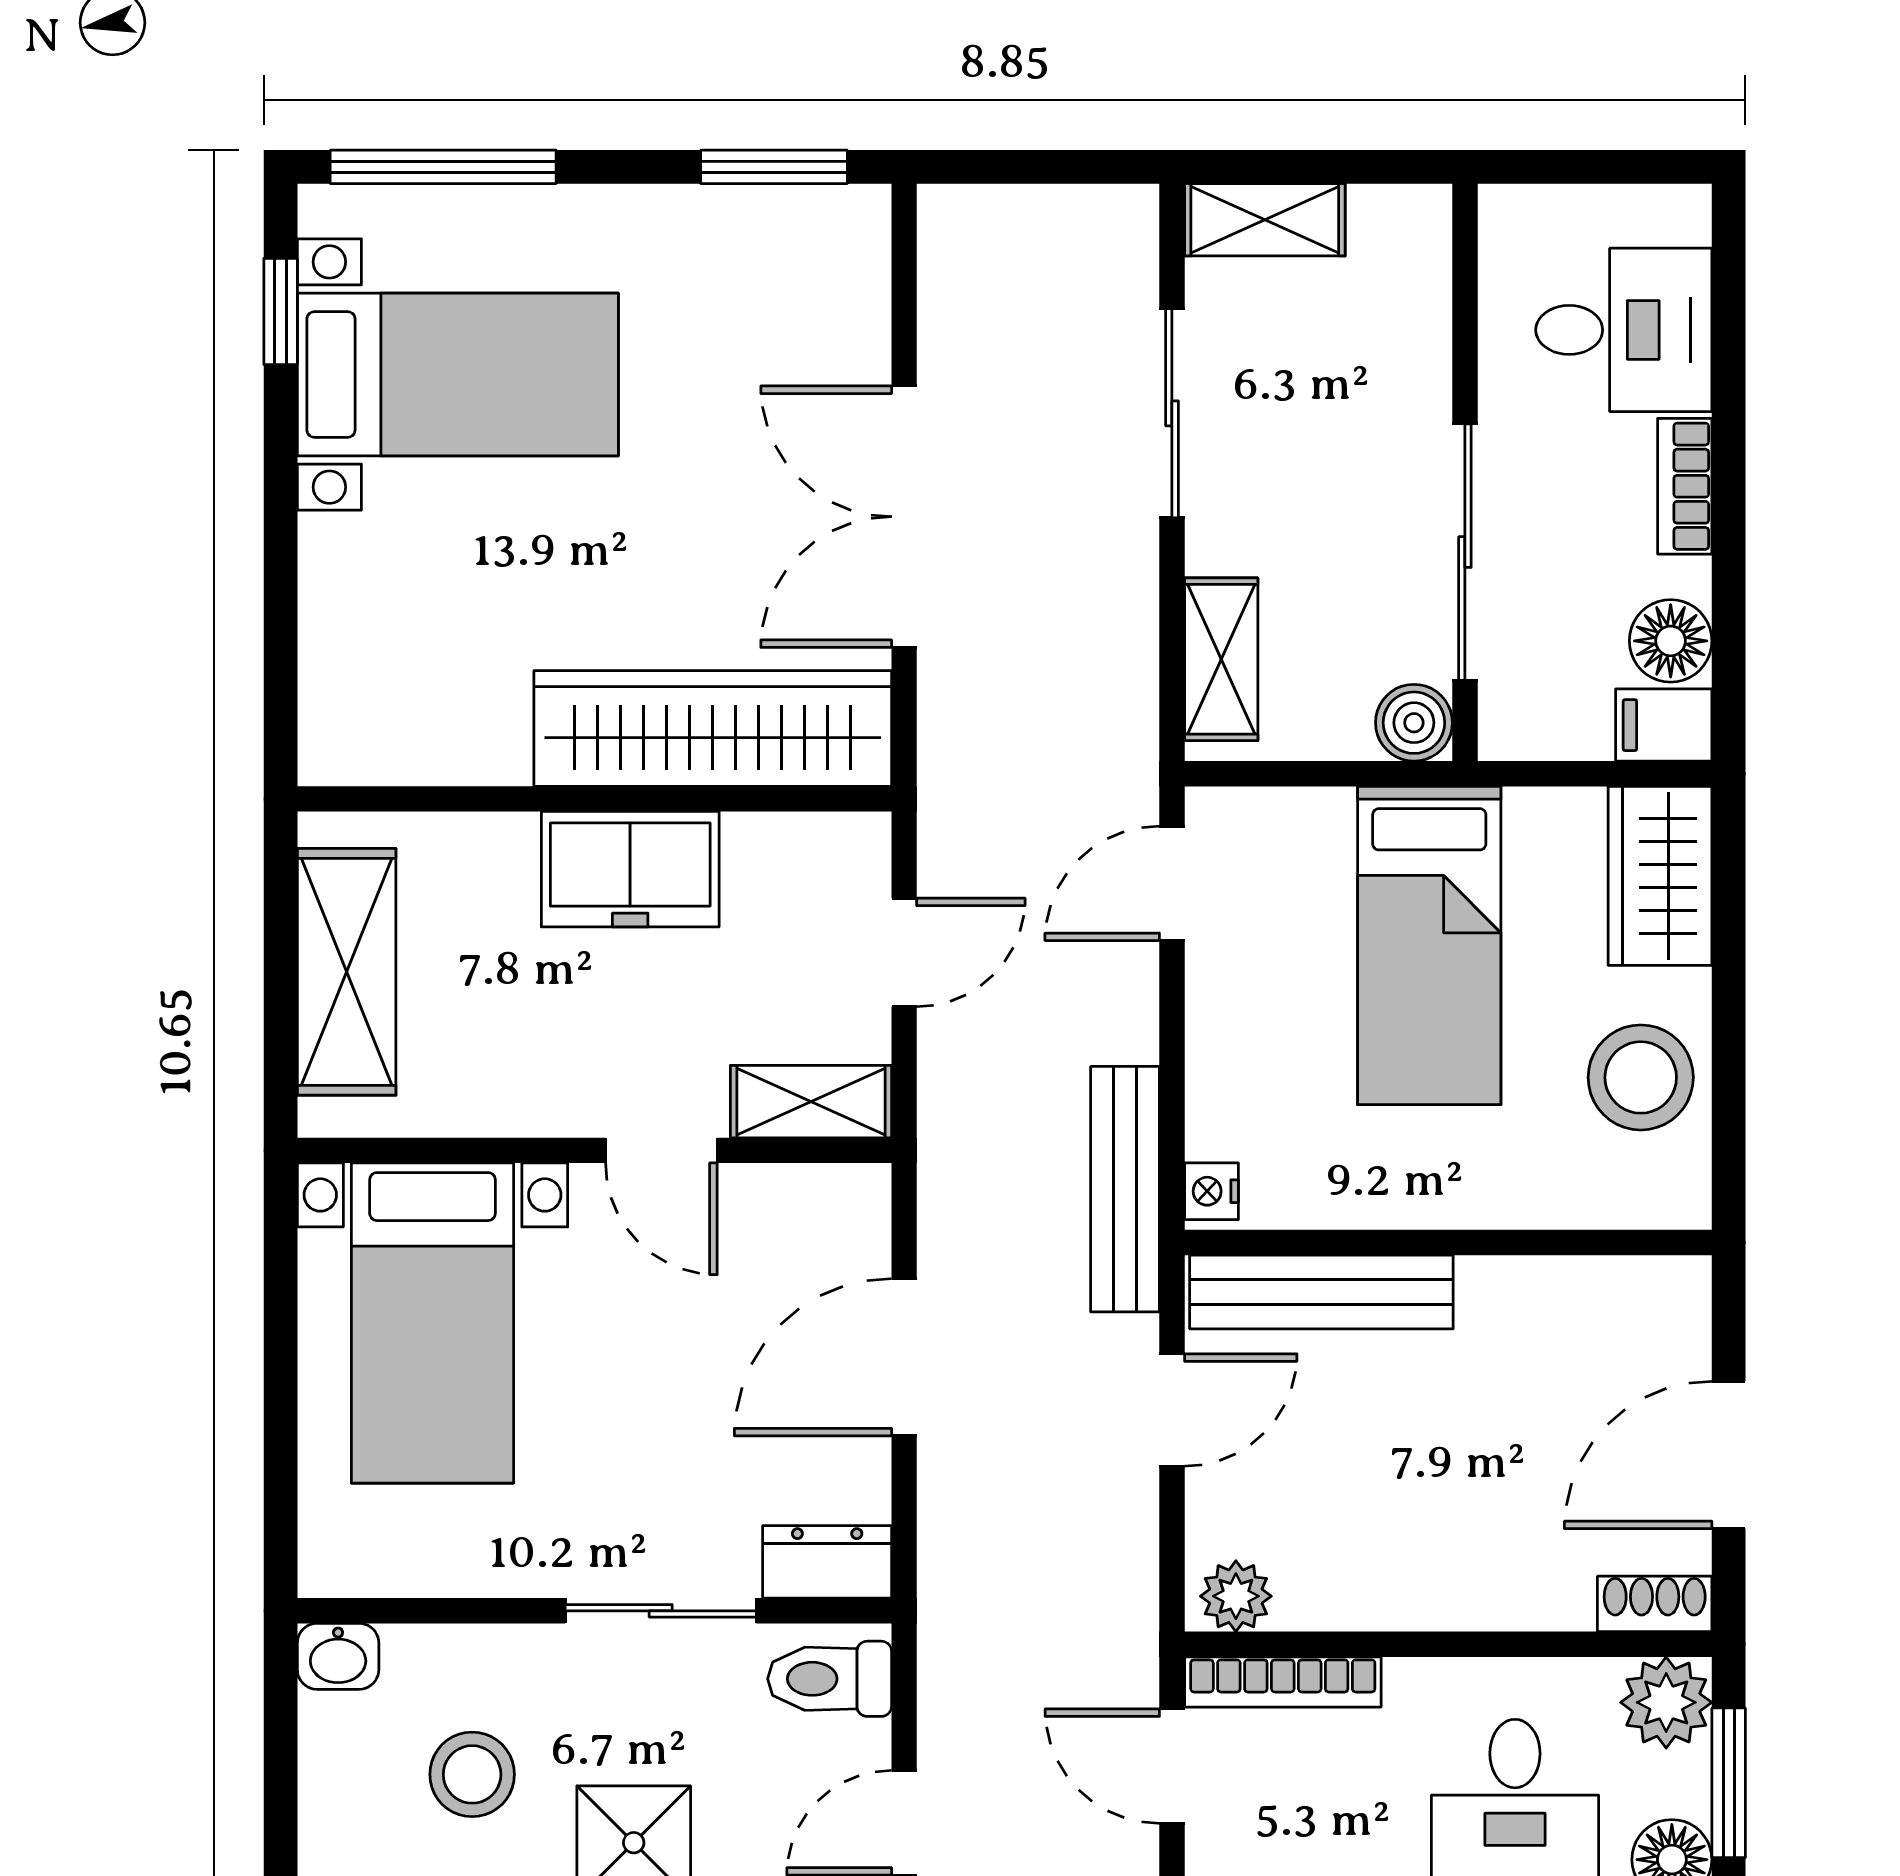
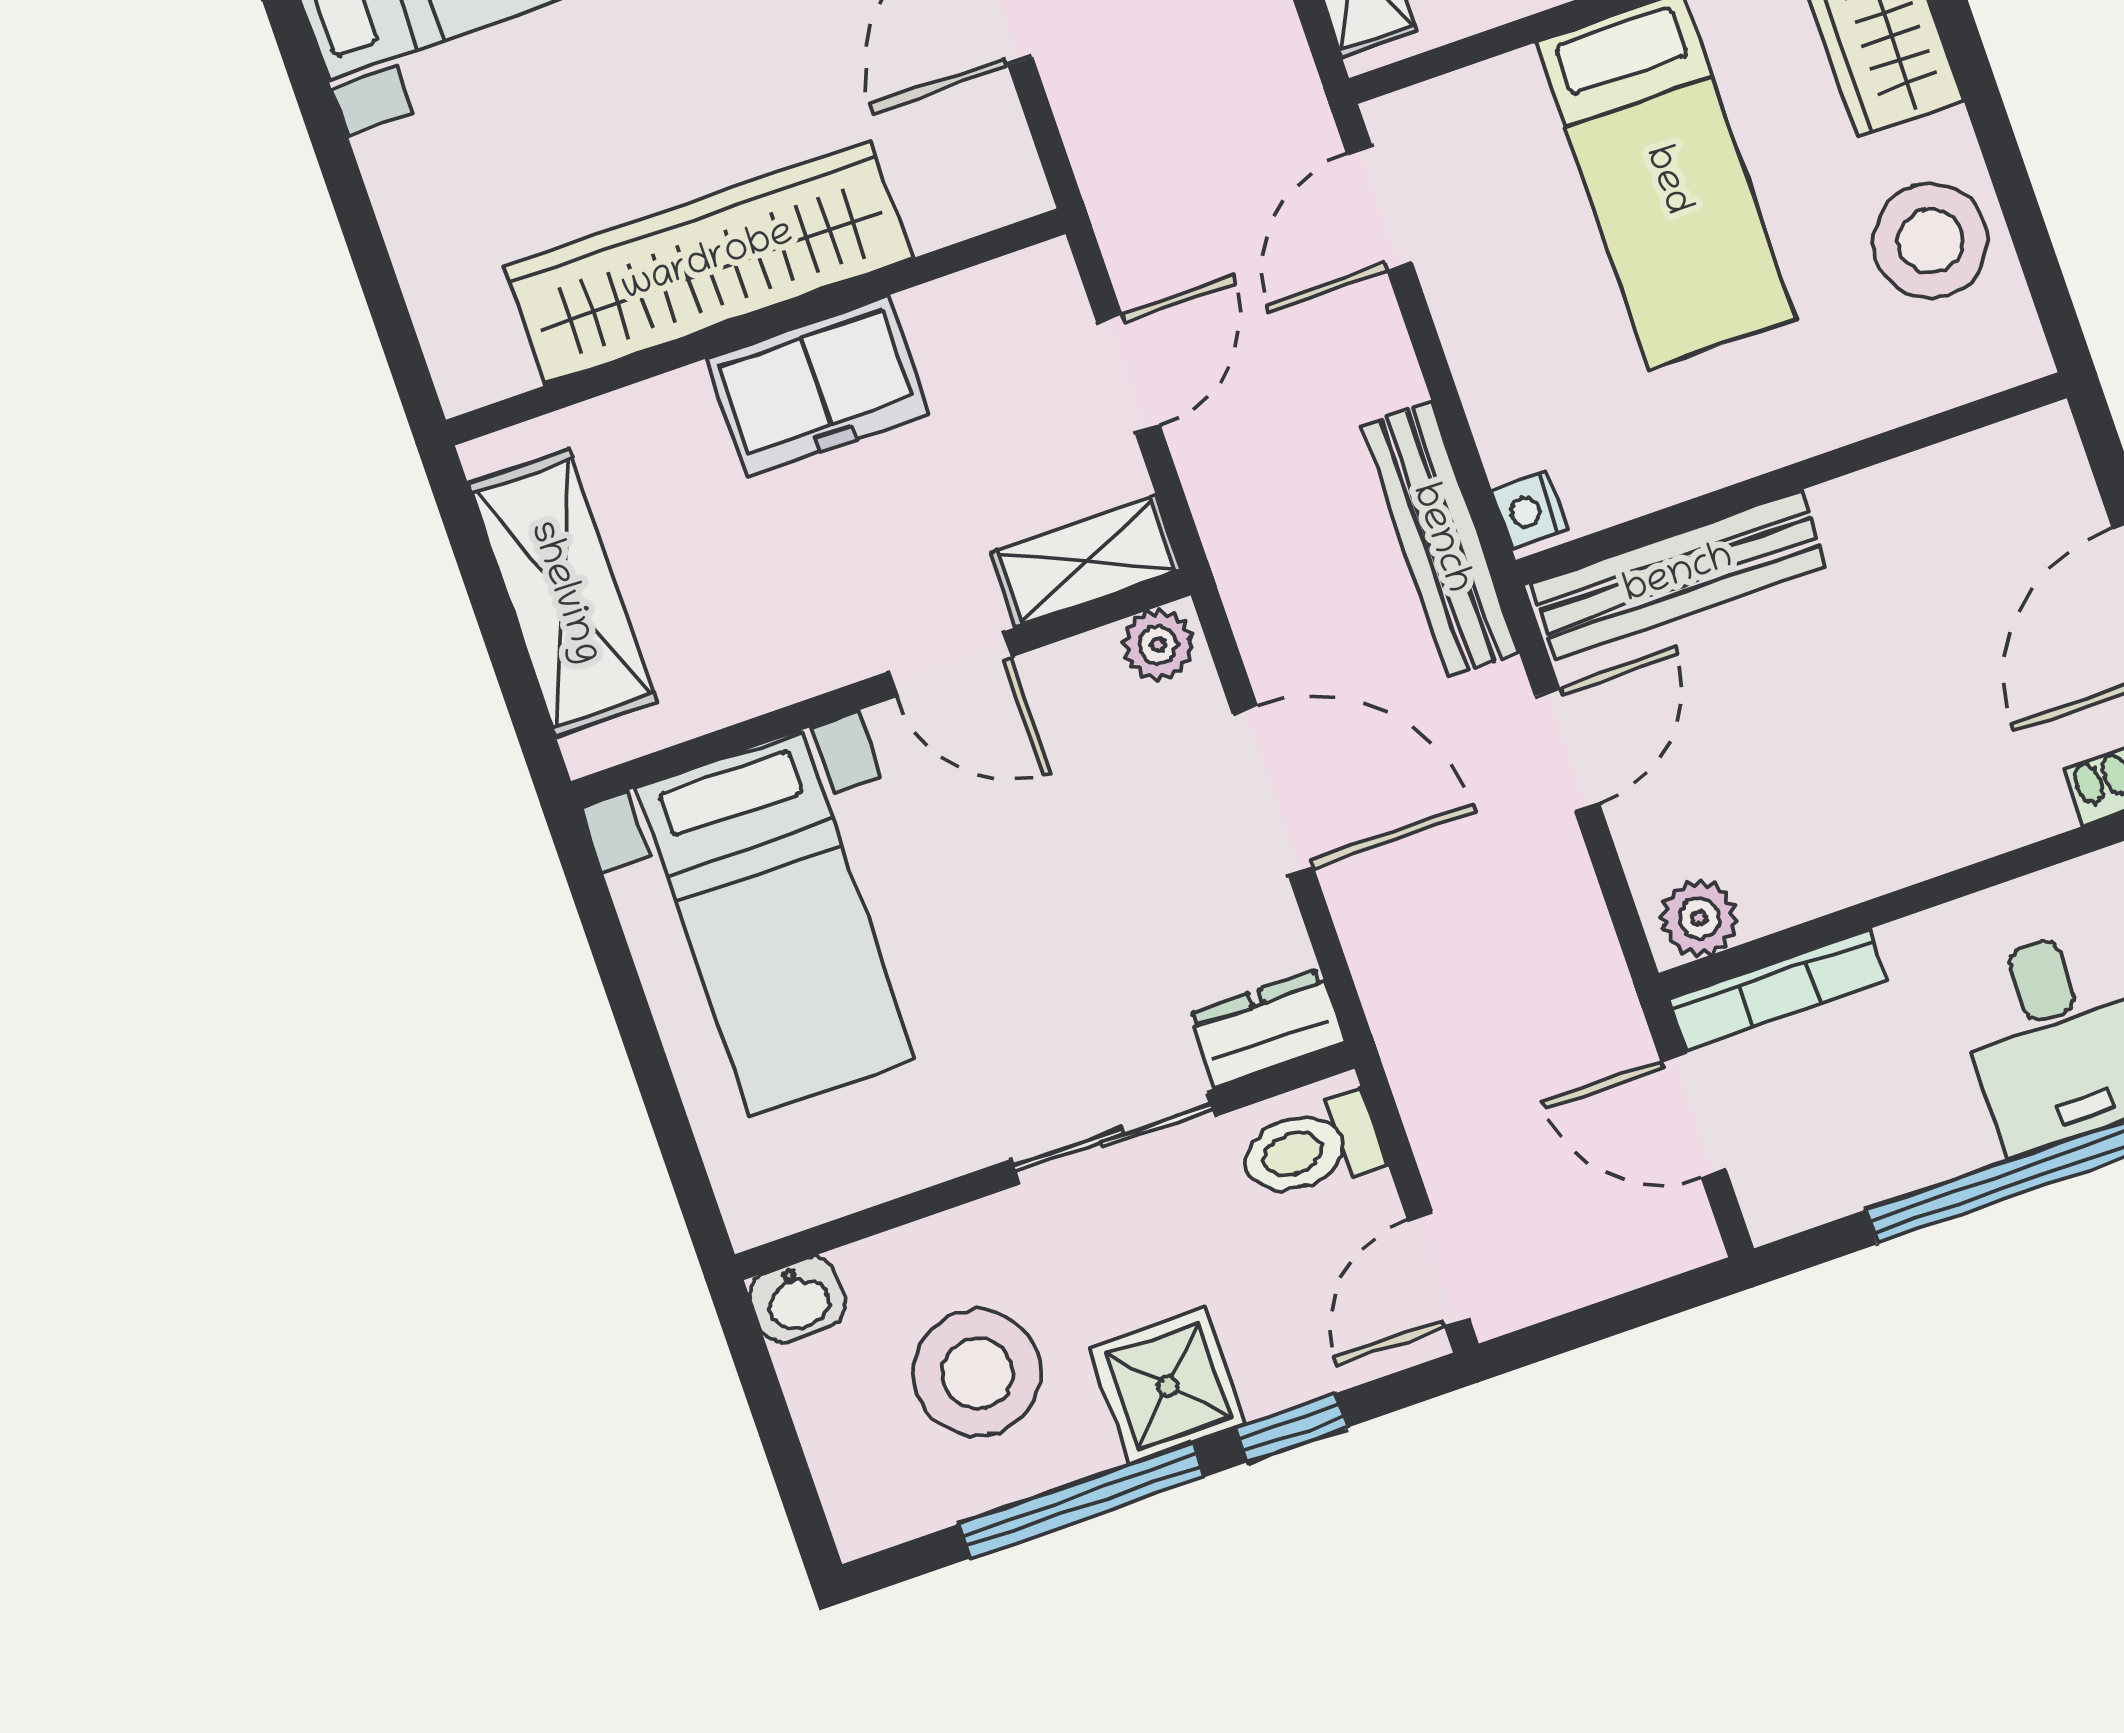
wardrobe: (713, 728) -> (708, 262), moved
plant: (848, 1196) -> (1158, 645), added
door: (904, 1357) -> (1273, 791), swing flipped
stool: (472, 1774) -> (977, 1373), width x1.38, depth x1.38

